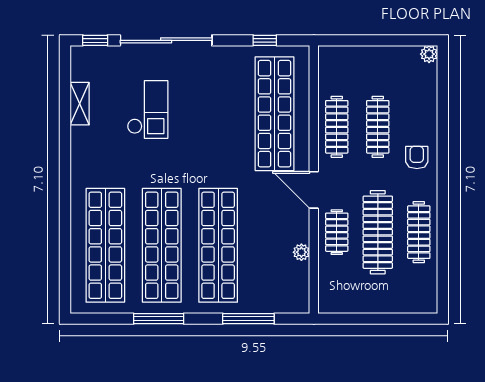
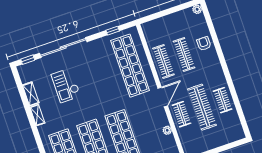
checkout: (148, 109) -> (66, 85), turned 180
shelving: (79, 145) -> (37, 115), added
armchair: (417, 157) -> (204, 44), moved
door: (314, 190) -> (163, 97), swing flipped
clothes rail: (419, 232) -> (223, 100), width x0.73

